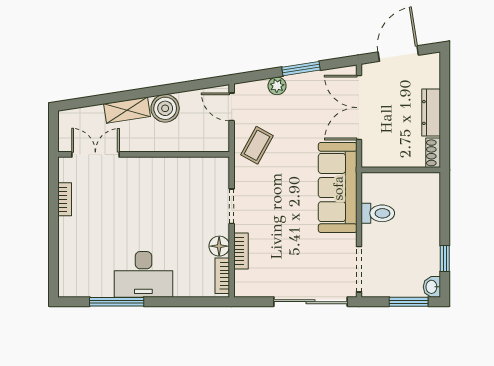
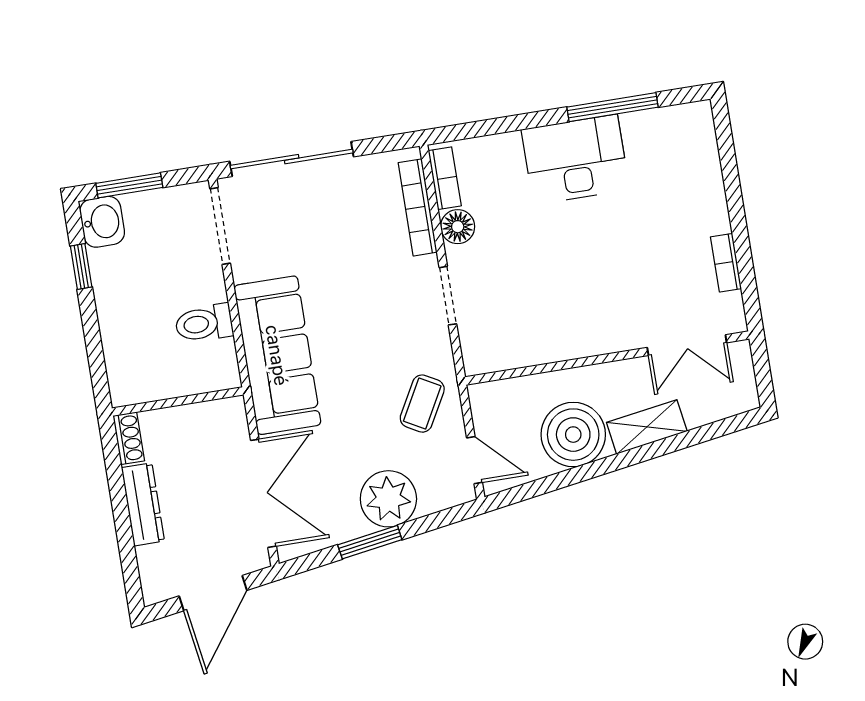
plant: (277, 86) -> (388, 499), width x1.87, depth x1.87
boiler: (165, 108) -> (573, 435), width x1.37, depth x1.37
bookcase: (241, 251) -> (418, 207), width x1.56
washbasin: (432, 287) -> (102, 222), width x1.38, depth x1.45

